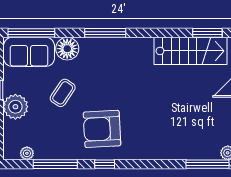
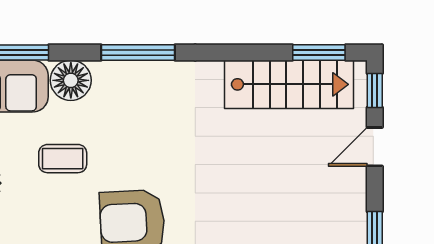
coffee table: (63, 93) -> (63, 159), turned 56

